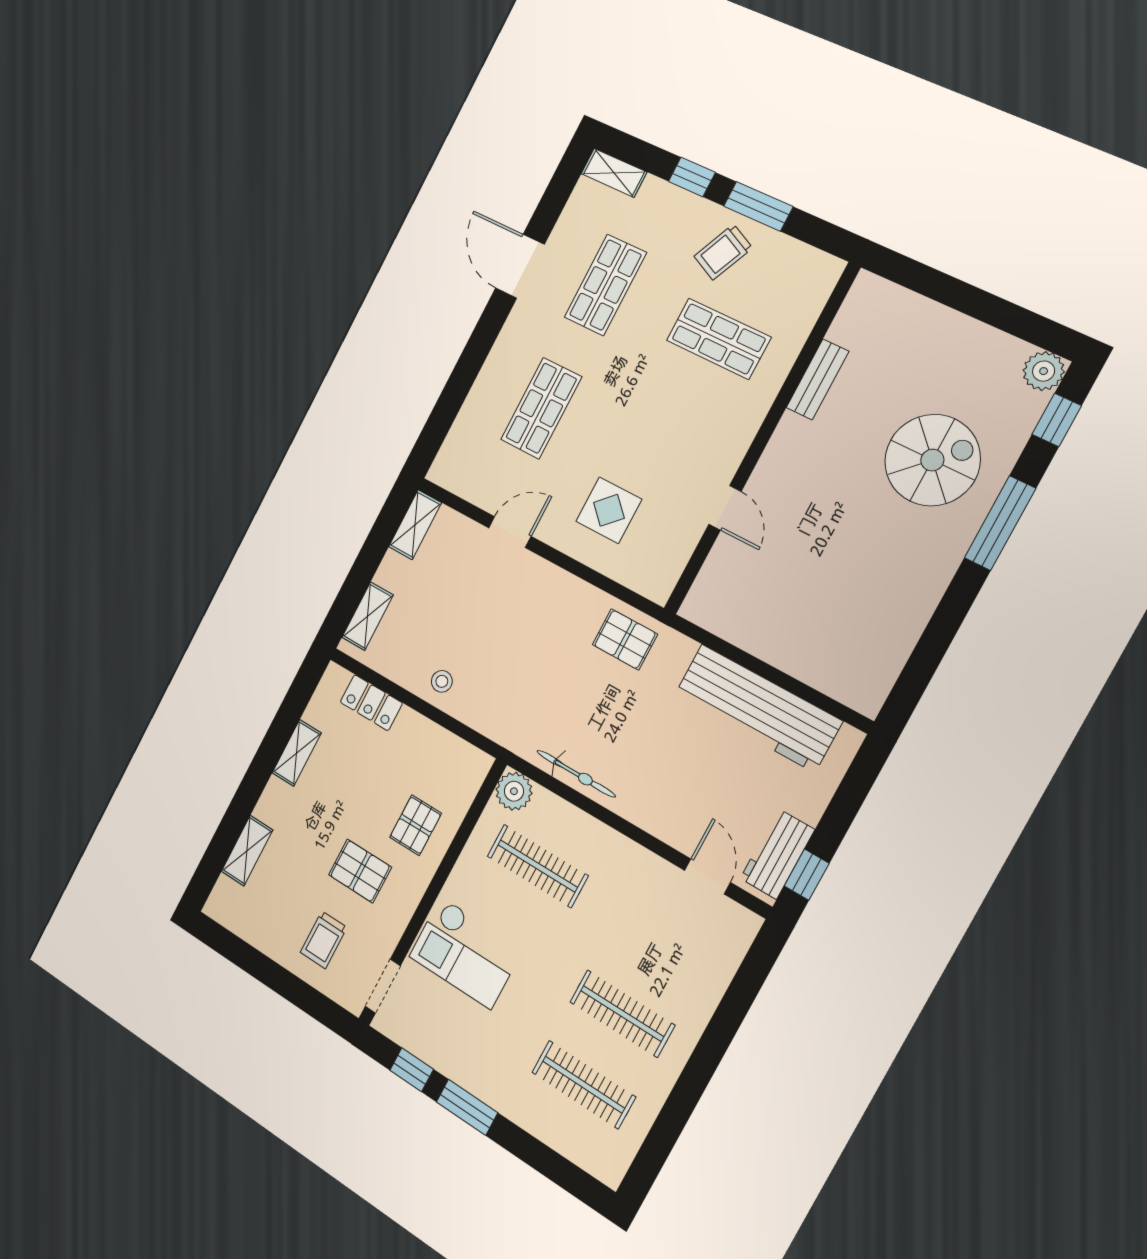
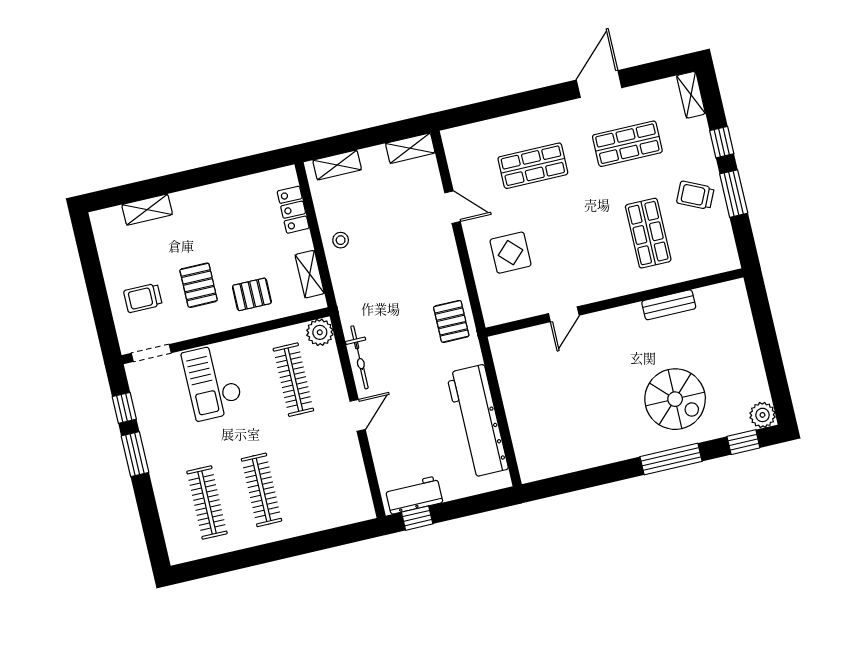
shelving: (297, 753) -> (310, 274), moved, turned 90
door: (707, 876) -> (358, 415), moved

